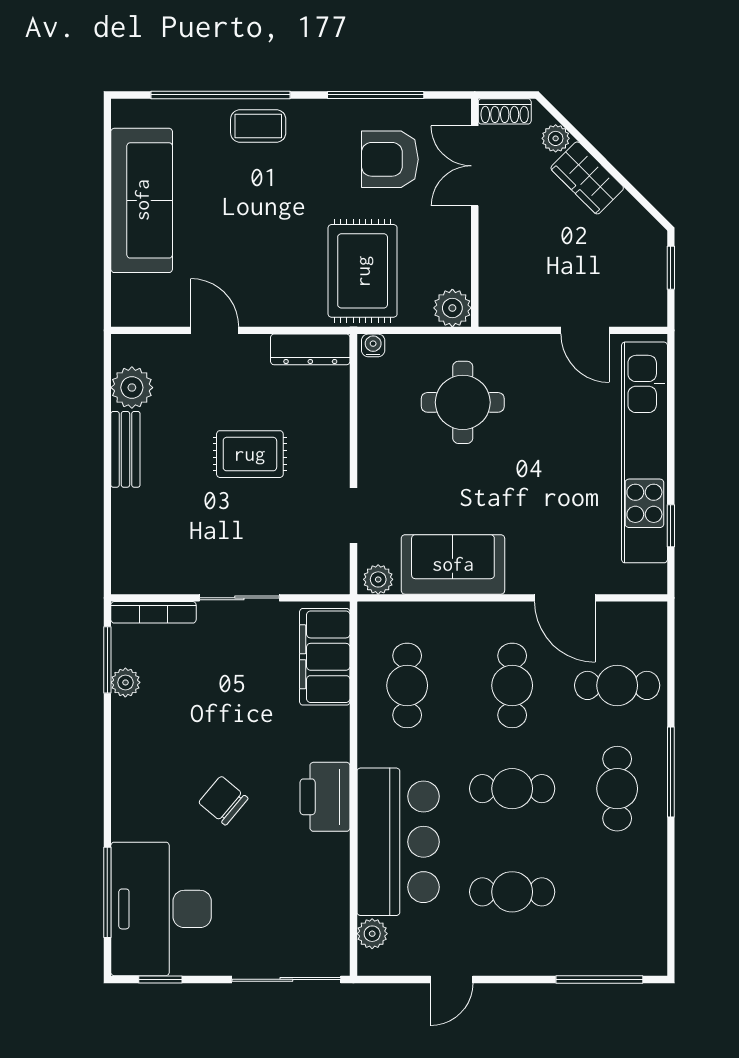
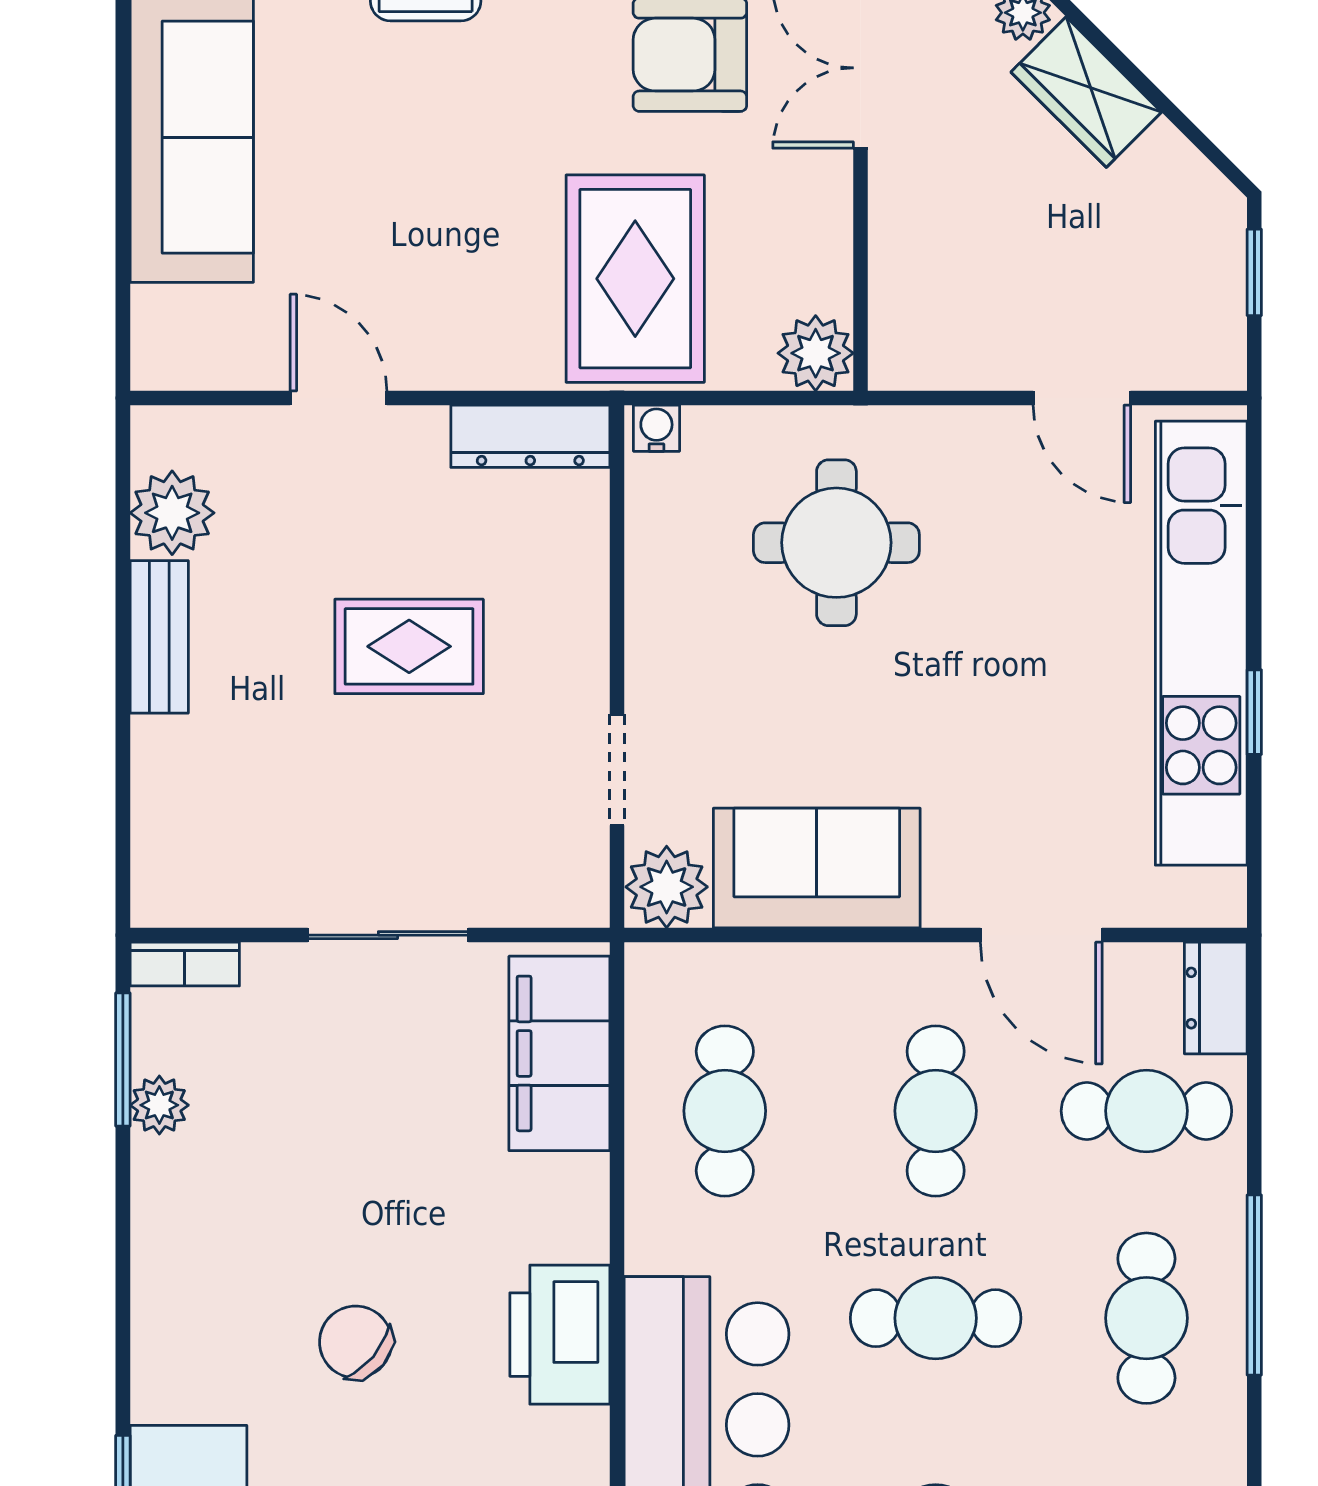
window: (671, 526) -> (1254, 712), moved
plant: (378, 579) -> (667, 887), width x1.38, depth x1.38
bookcase: (153, 612) -> (185, 964), width x0.64
dresser: (652, 629) -> (1216, 998), added

